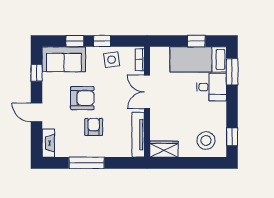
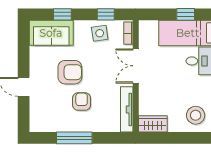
window: (102, 41) -> (106, 14), moved
window: (37, 73) -> (24, 47), removed
fireplace: (48, 143) -> (35, 118), removed

